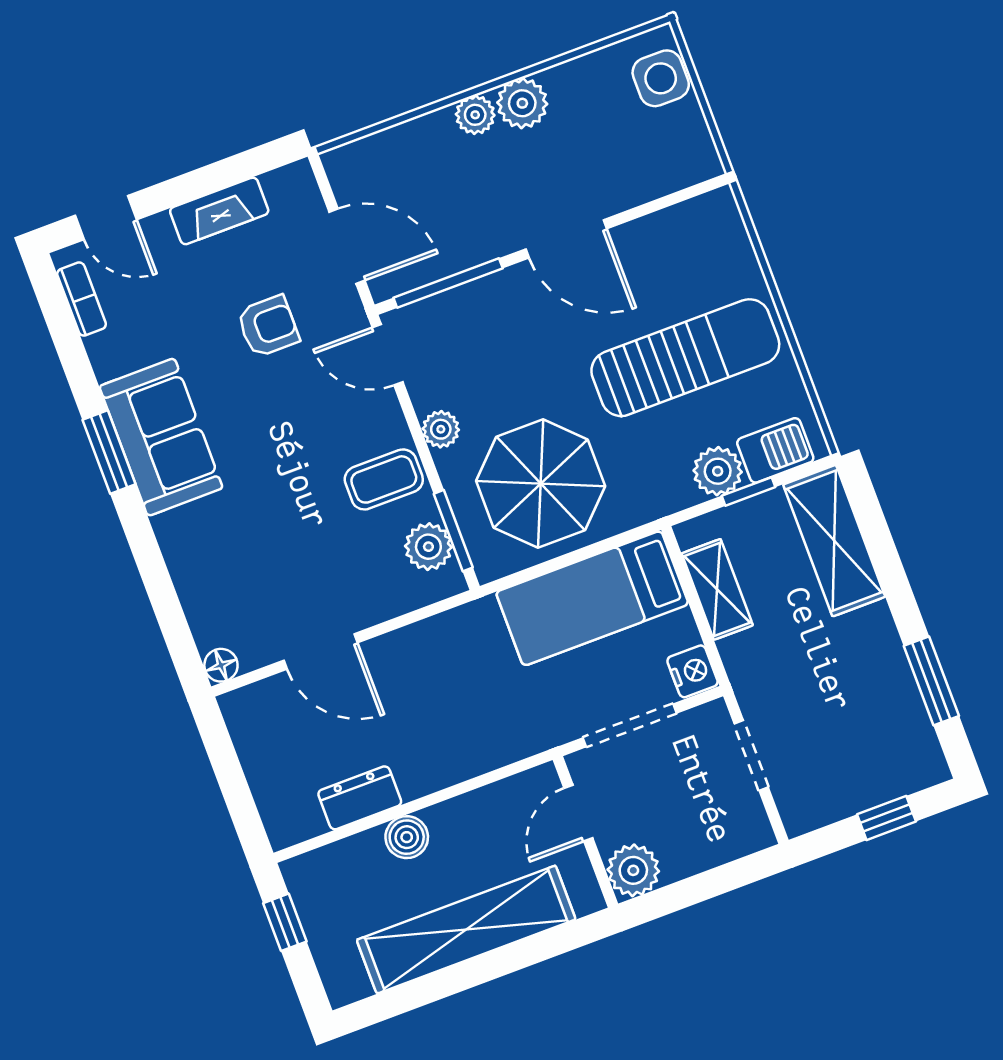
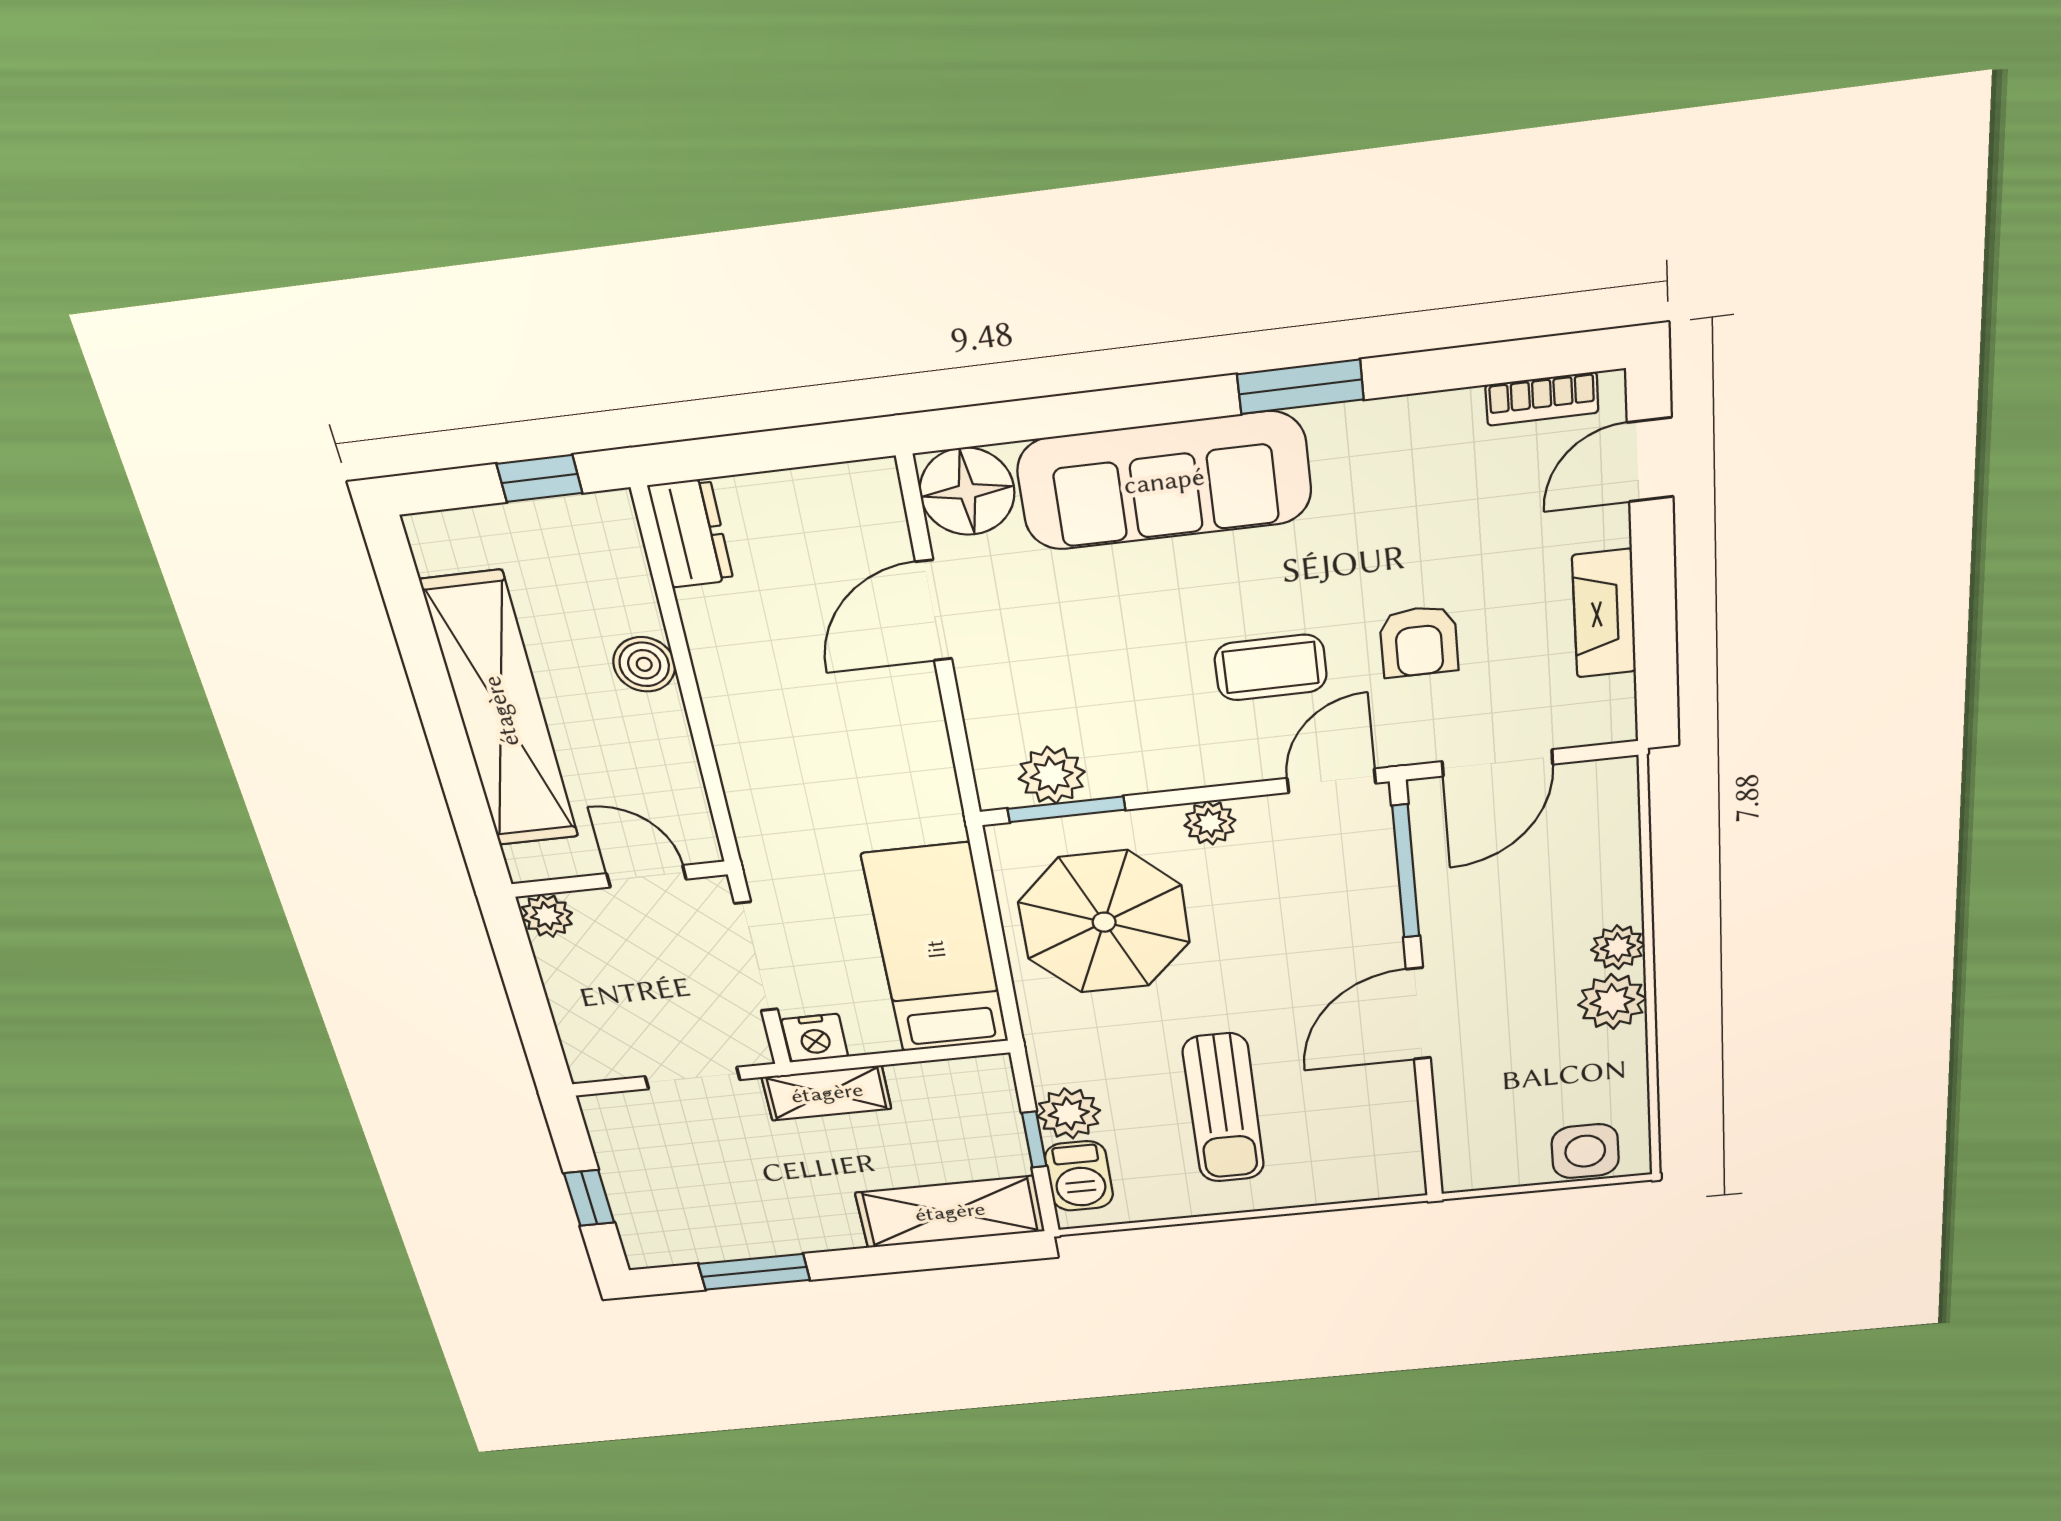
sun lounger: (685, 358) -> (1224, 1108), width x0.73, depth x0.75
sofa: (161, 437) -> (1164, 481), moved, width x1.36
coffee table: (384, 479) -> (1271, 667), moved, turned 90
shelving: (717, 589) -> (827, 1093), moved
floor lamp: (221, 665) -> (967, 491), width x1.89, depth x1.89
dresser: (360, 798) -> (691, 533), moved
plant: (633, 870) -> (547, 916), width x0.73, depth x0.73

